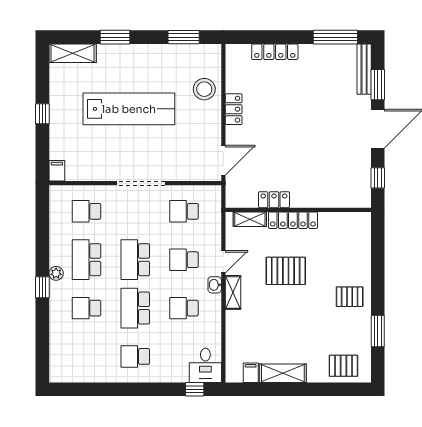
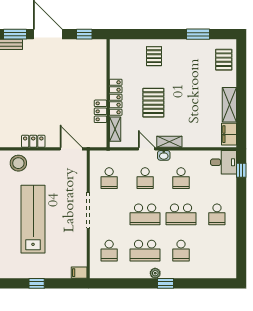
pallet: (350, 297) -> (154, 56), moved
filing cabinet: (251, 373) -> (229, 134), width x2.00

